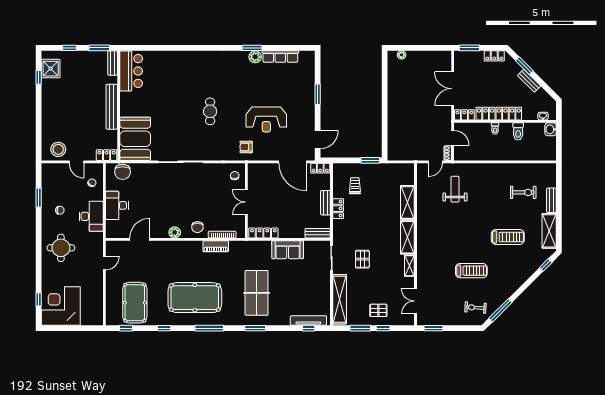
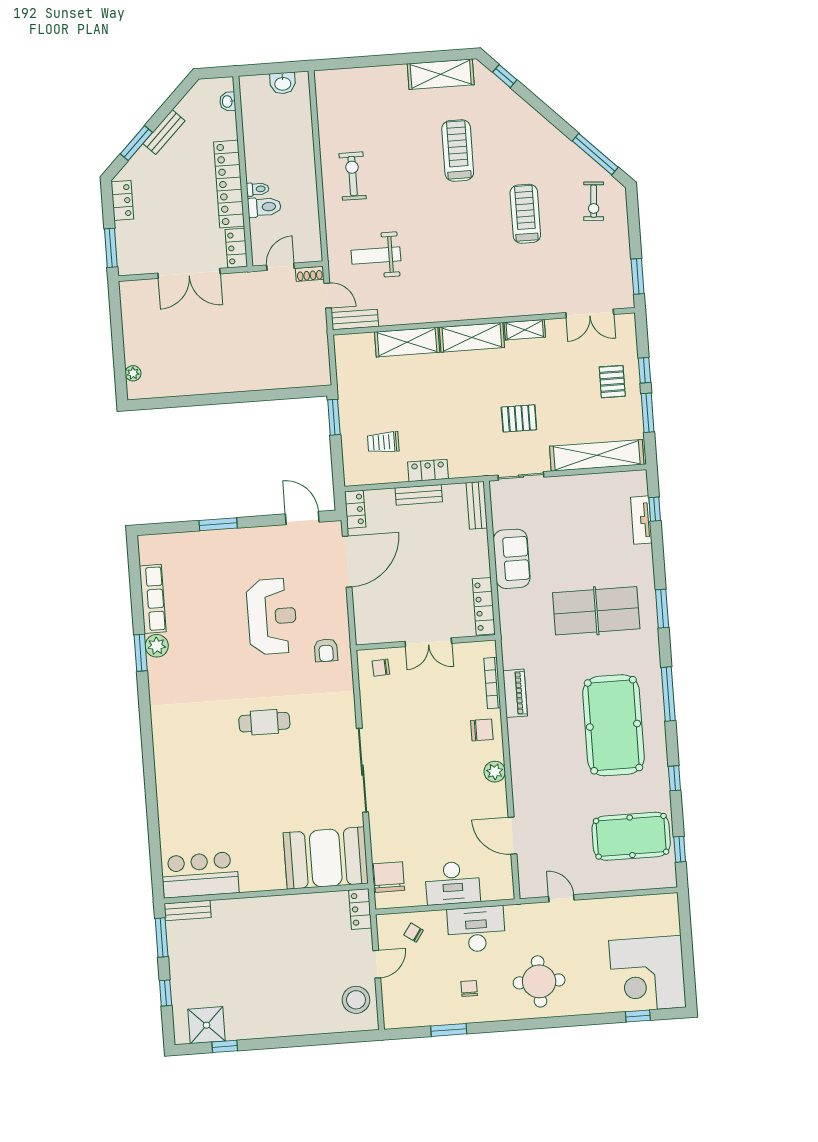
bench: (112, 107) -> (269, 906), removed
washbasin: (551, 129) -> (283, 83), moved
toilet: (518, 131) -> (264, 207), moved
chair: (123, 172) -> (389, 877), turned -90
exercise bike: (523, 192) -> (353, 176), moved
bench: (551, 200) -> (355, 320), moved
tv unit: (308, 321) -> (641, 520), width x0.71

